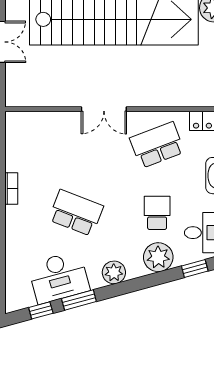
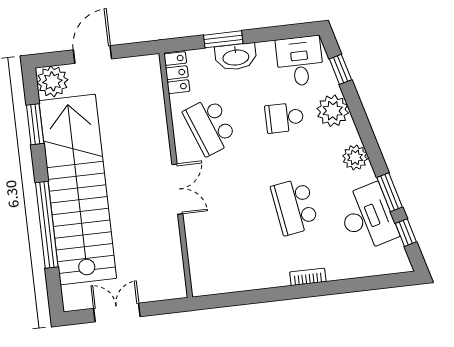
bookcase: (11, 189) -> (308, 277), moved
school desk: (76, 213) -> (295, 207), turned -30

